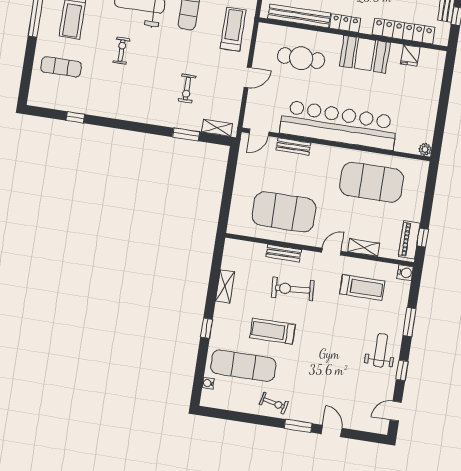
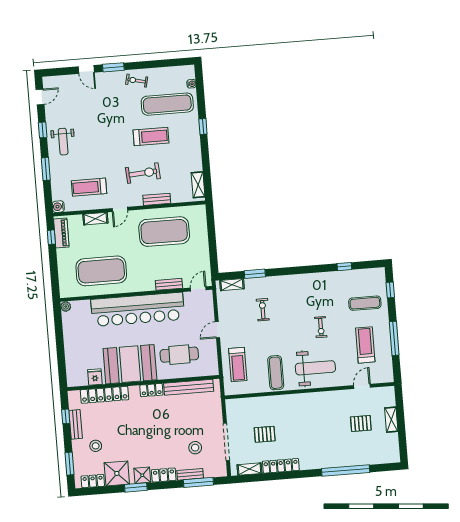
booth: (365, 54) -> (130, 364), width x1.36, depth x1.42
window: (26, 76) -> (390, 290), added
shelving: (225, 286) -> (198, 185), moved

